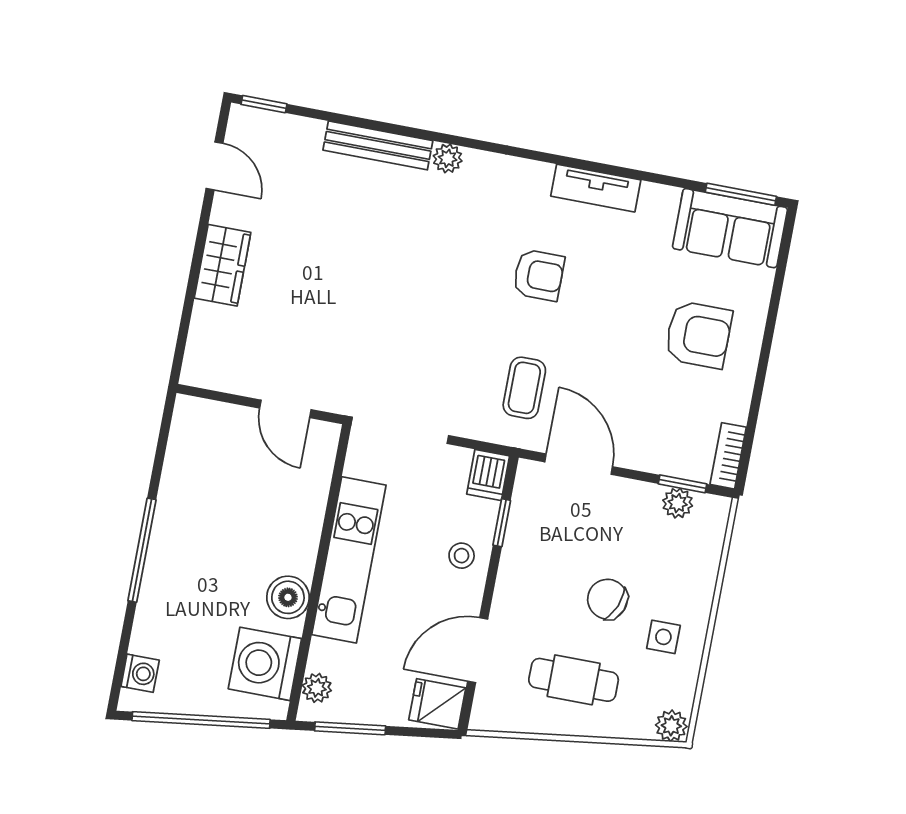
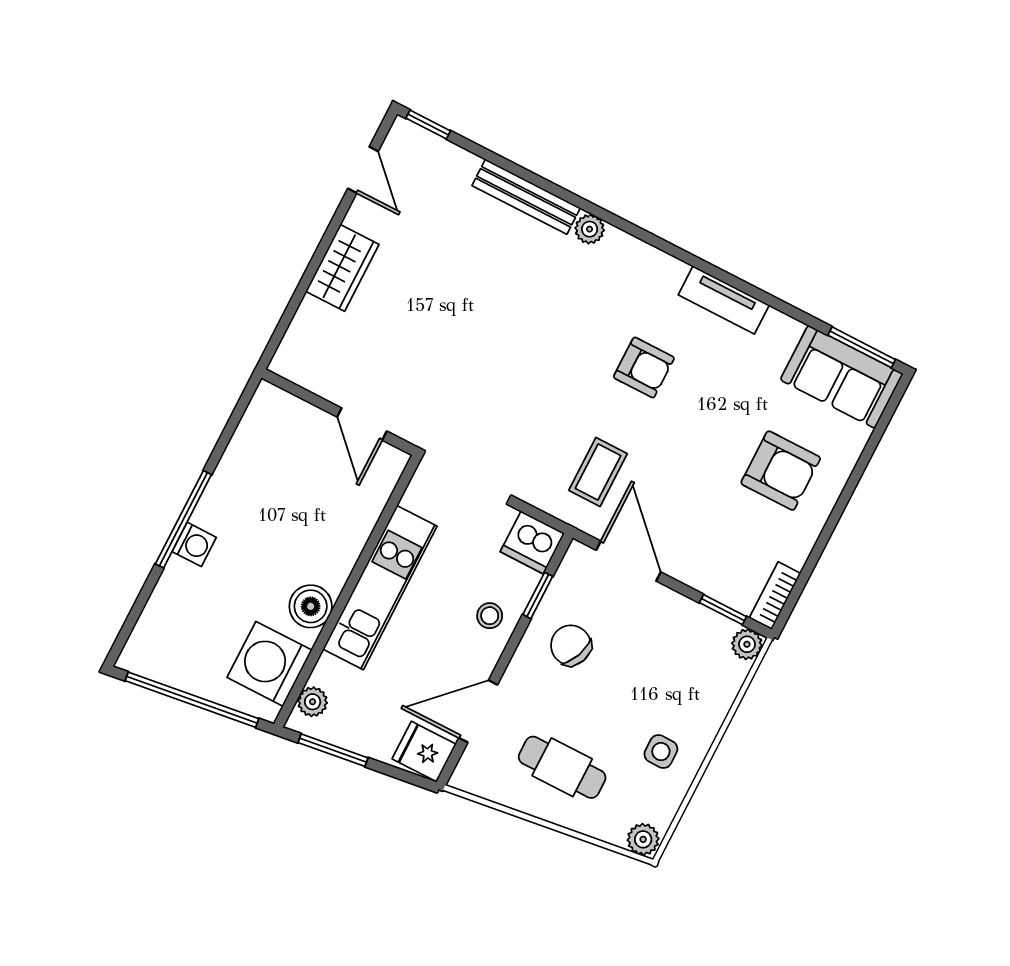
dishwasher: (488, 475) -> (532, 542), width x1.38
plant: (678, 503) -> (747, 644), moved
chair: (607, 599) -> (571, 645), moved
washing machine: (140, 673) -> (194, 544), moved

